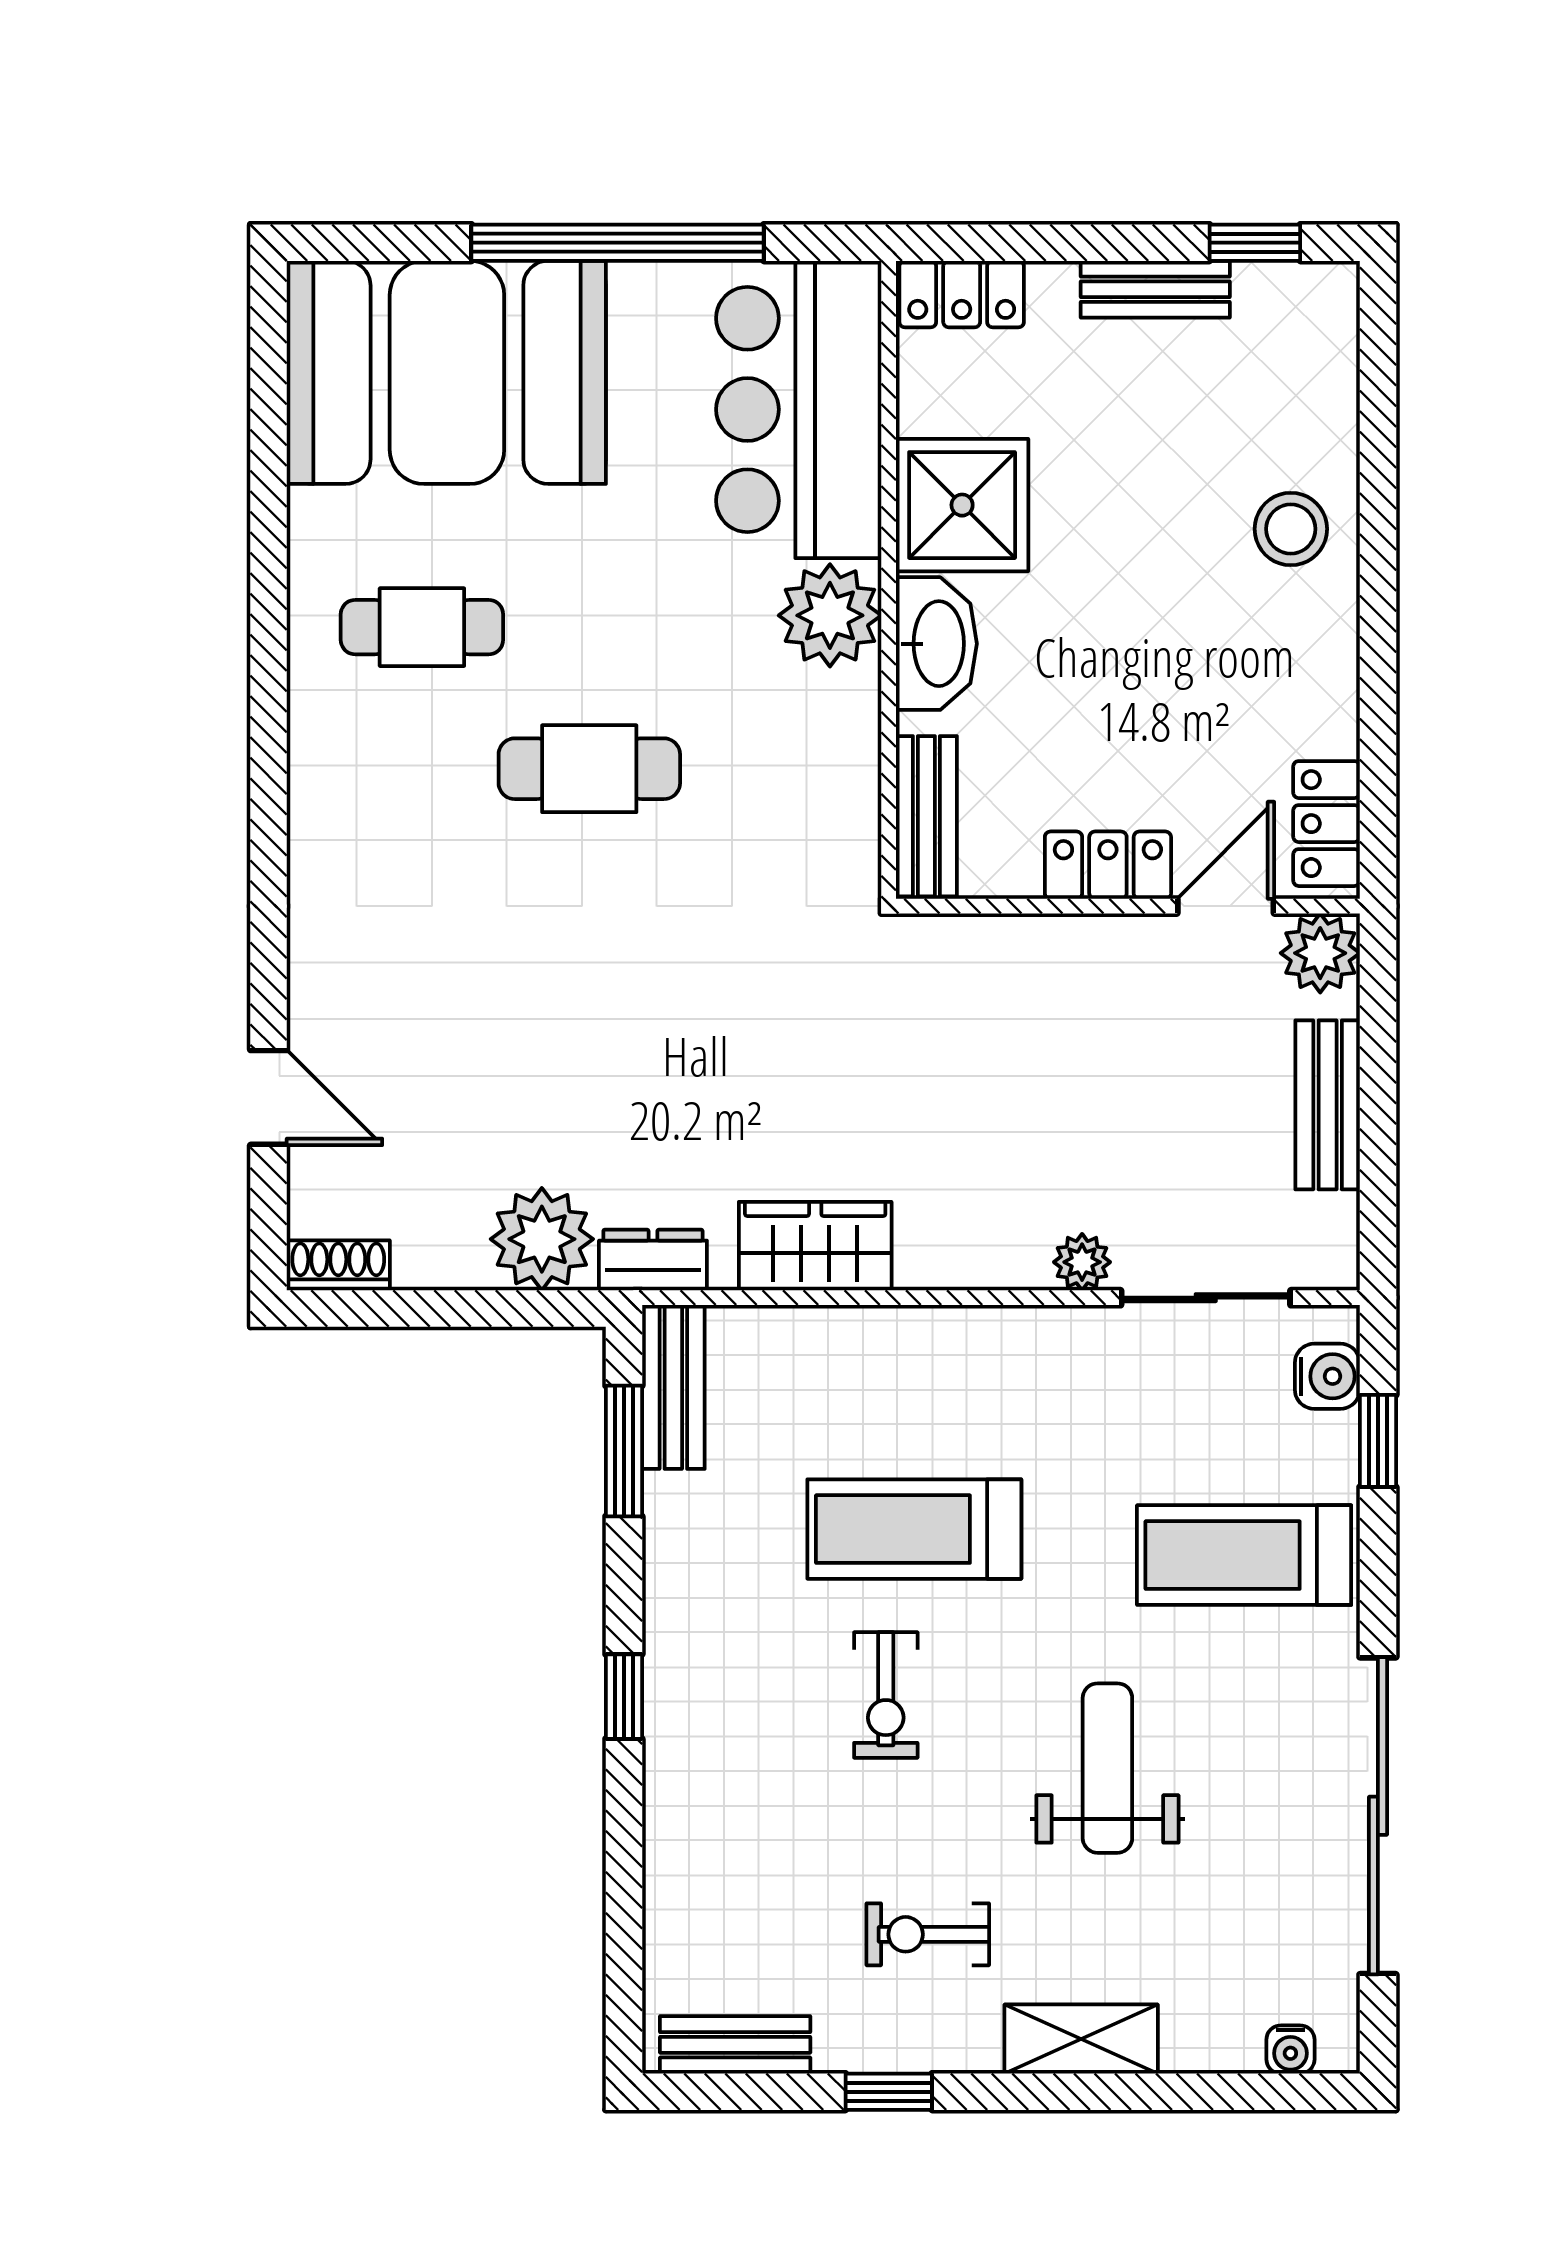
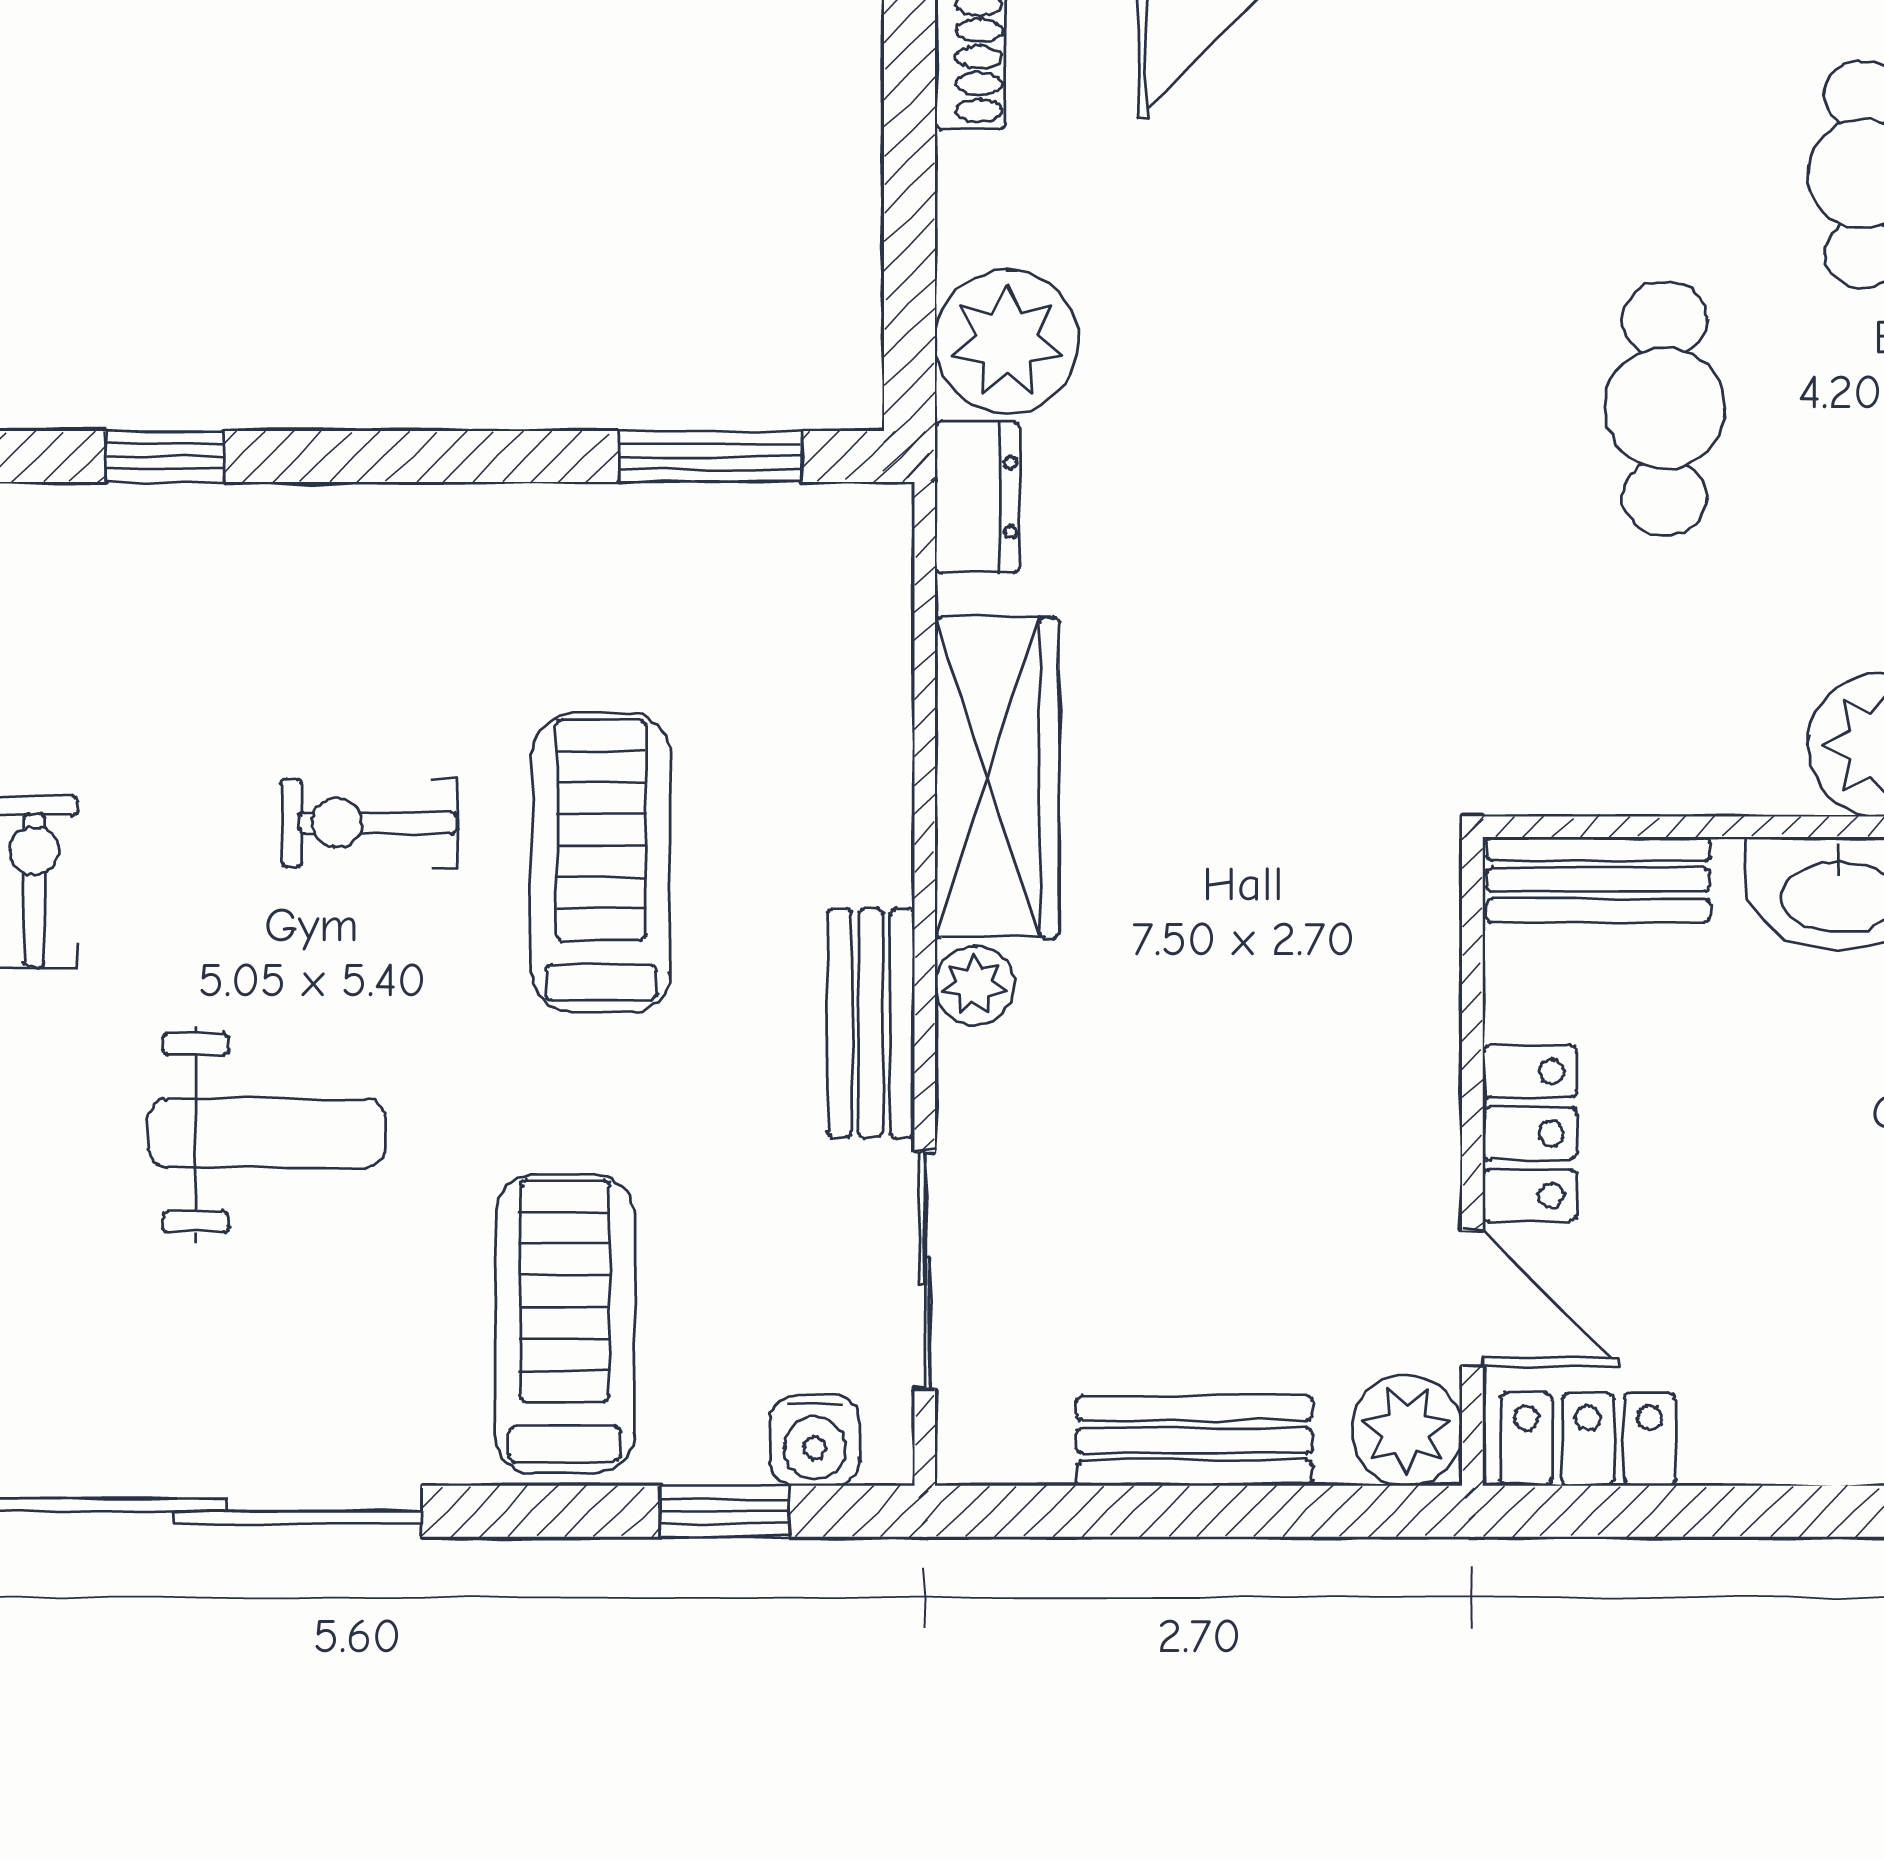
wardrobe: (815, 1246) -> (997, 778), width x1.50
plant: (1082, 1262) -> (975, 985), moved
bench: (673, 1387) -> (871, 1023), moved, turned 90
window: (624, 1697) -> (165, 457), moved

